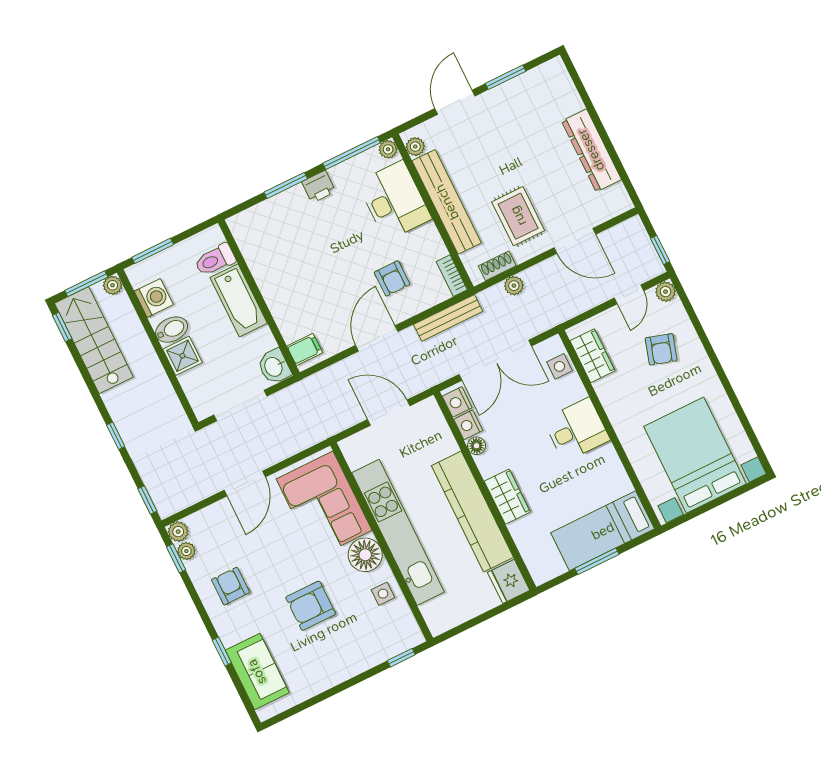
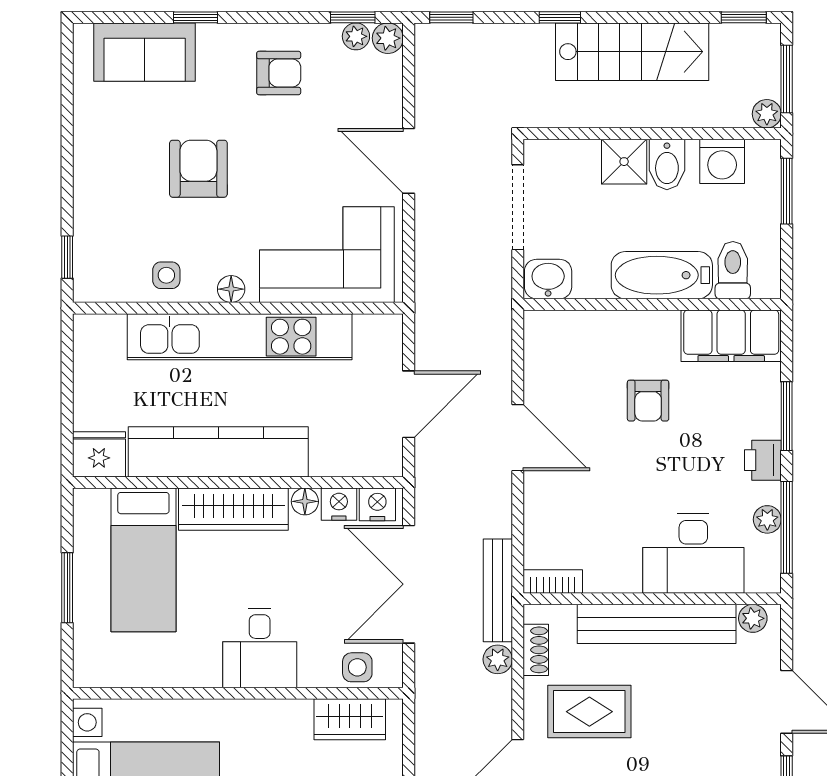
plant: (388, 149) -> (767, 519), moved
armchair: (392, 278) -> (648, 401), moved, turned -90
bench: (448, 318) -> (498, 590), moved
stairs: (94, 340) -> (632, 52), moved
filing cabinet: (305, 349) -> (731, 336), moved, width x3.00, depth x1.17
wardrobe: (507, 497) -> (233, 509), width x1.50
bed: (603, 531) -> (143, 560), moved, turned 180
floor lamp: (365, 555) -> (231, 289), width x0.53, depth x0.53

